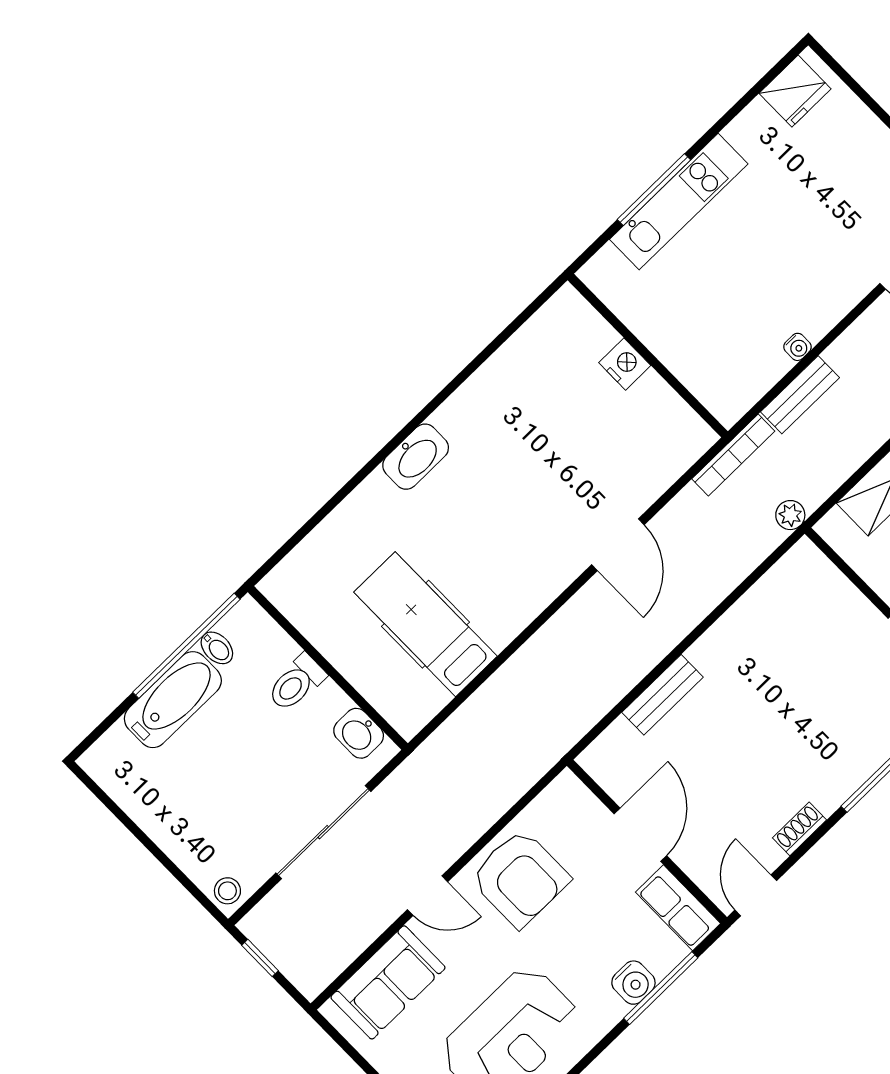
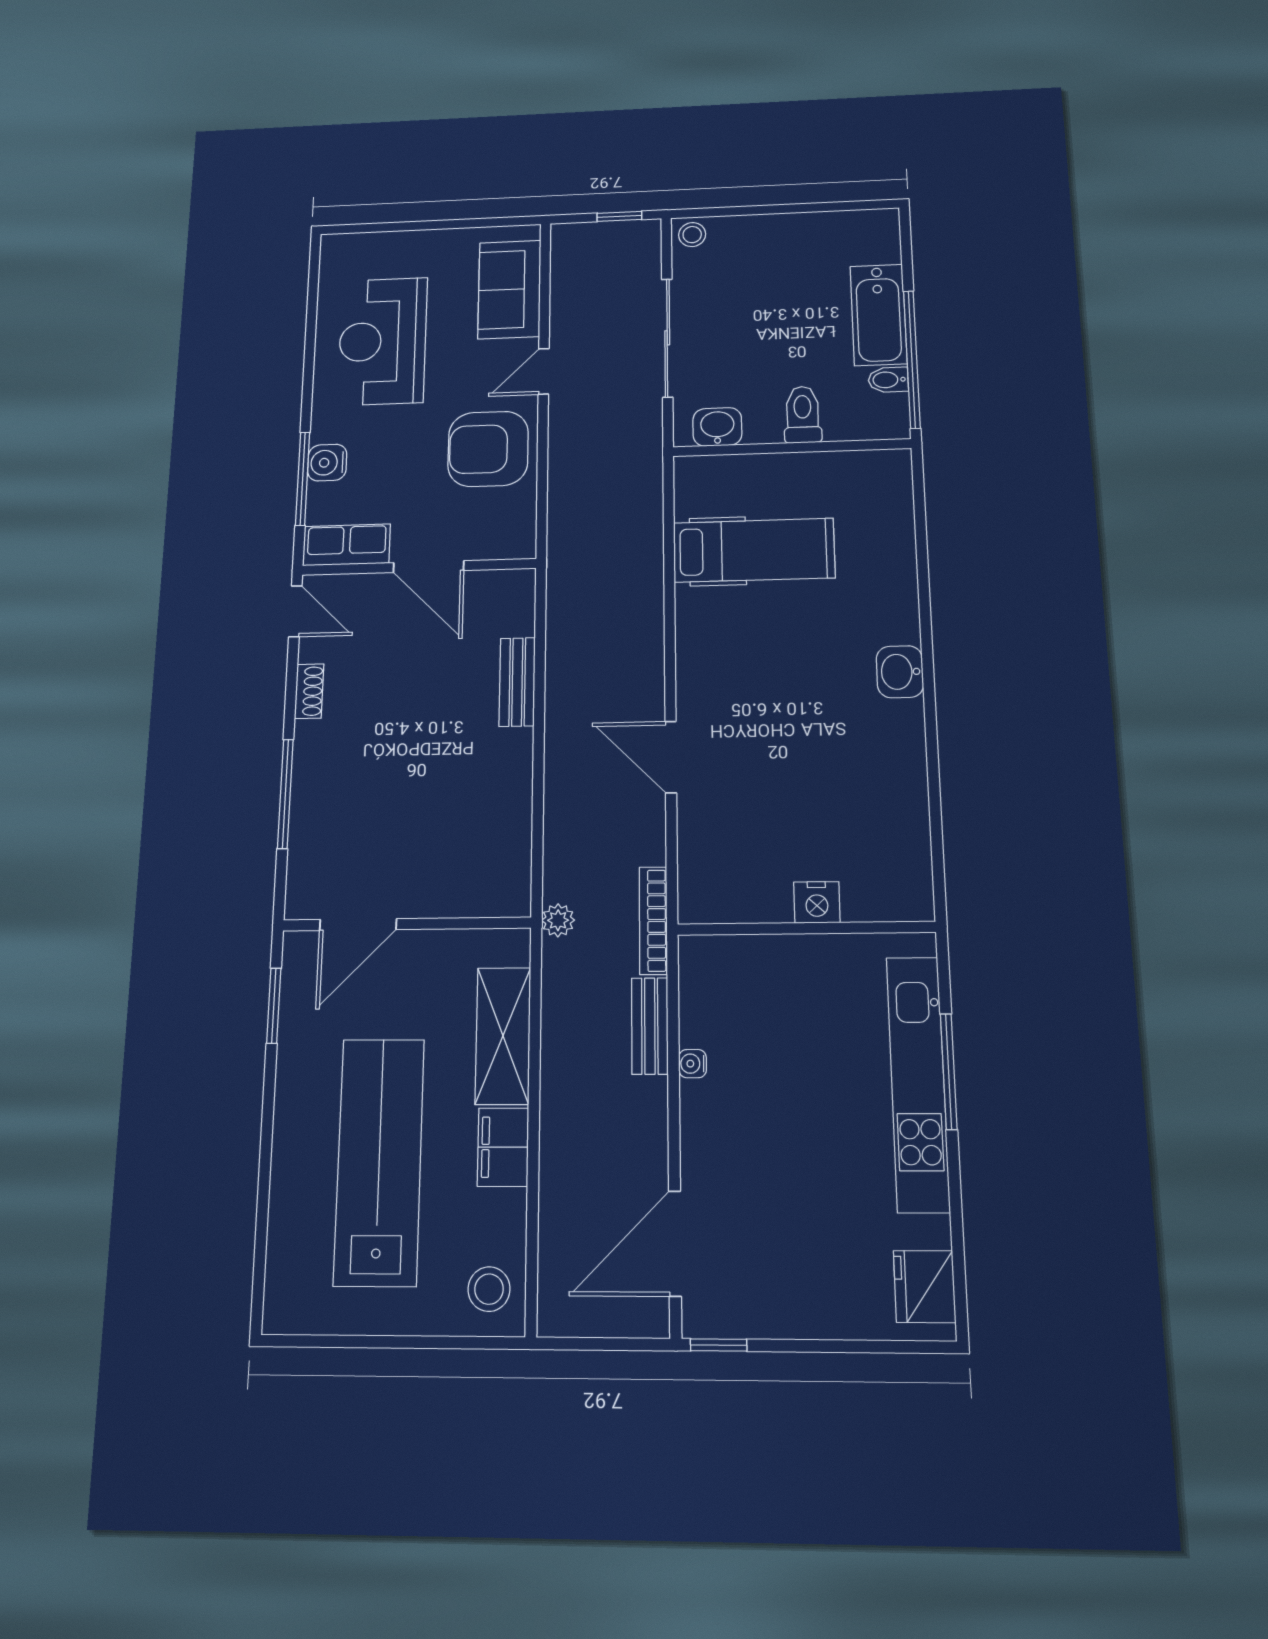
kitchen unit: (679, 202) -> (918, 1083), width x1.36
washbasin: (416, 457) -> (900, 672), width x0.72

